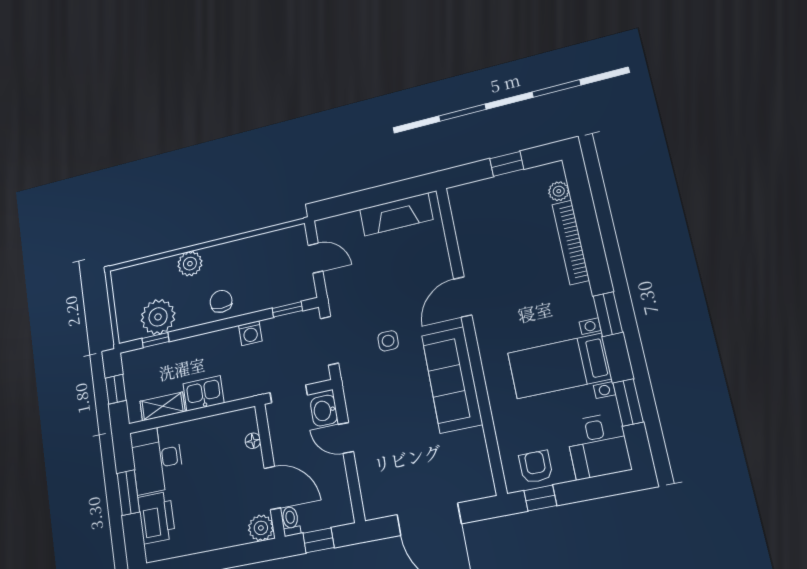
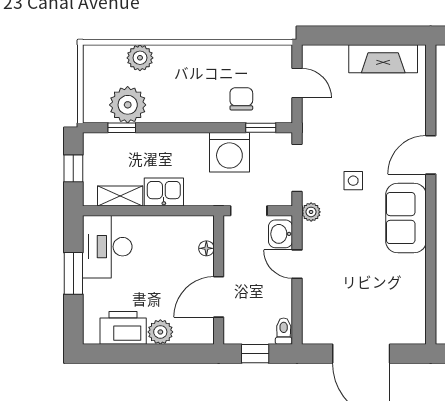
plant: (190, 264) -> (140, 58), moved
chair: (221, 301) -> (241, 99), moved
washing machine: (250, 333) -> (229, 152), width x1.89, depth x1.89
sofa: (452, 380) -> (406, 218), width x0.73
plant: (351, 382) -> (311, 212), added
door: (272, 488) -> (219, 297), swing flipped
printer: (157, 518) -> (123, 328), moved, turned -90
toilet: (291, 521) -> (284, 331), moved
plant: (261, 528) -> (160, 332), moved

